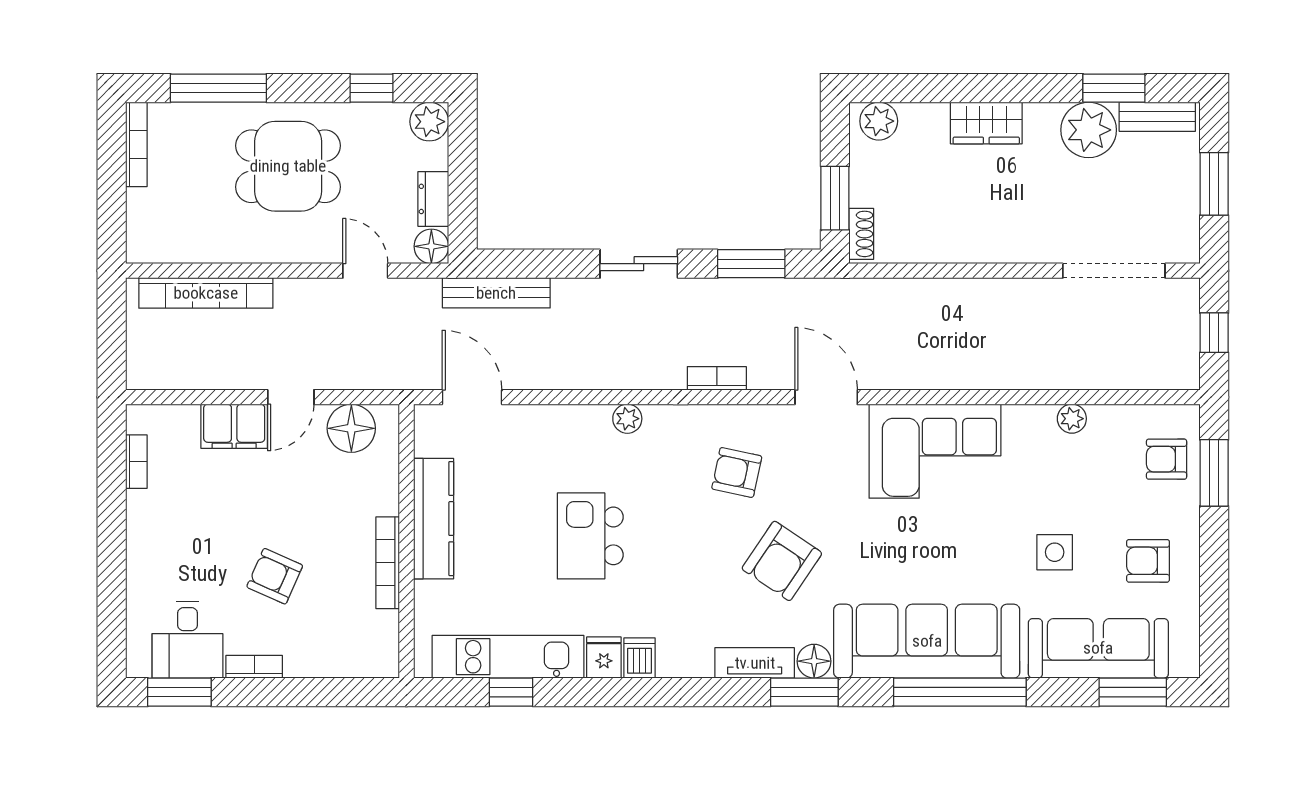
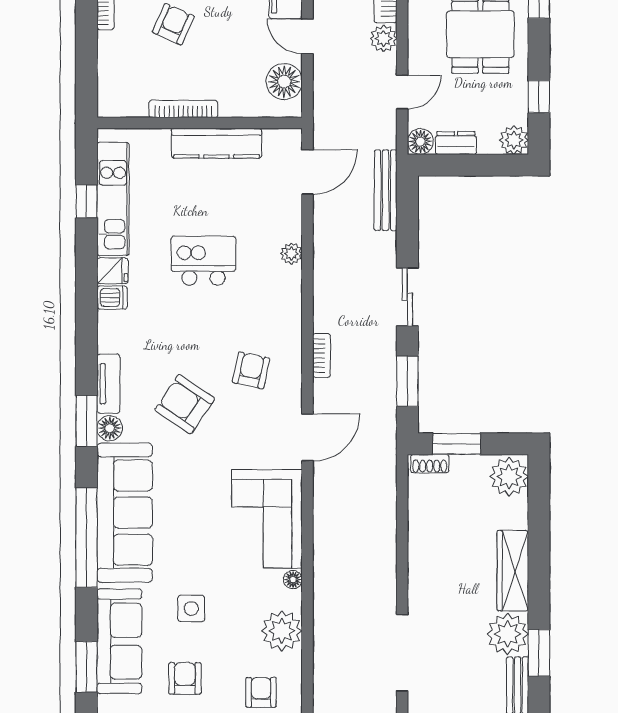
plant: (879, 121) -> (509, 477), width x1.36, depth x1.36
wardrobe: (986, 123) -> (513, 571), width x1.50
plant: (294, 296) -> (383, 38), added
floor lamp: (1016, 416) -> (293, 580), added
plant: (627, 419) -> (291, 254), moved
plant: (1072, 419) -> (282, 631), width x1.87, depth x1.87

